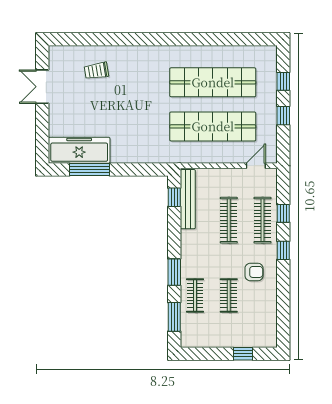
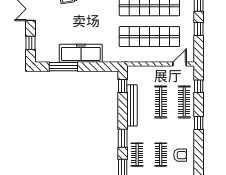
window: (42, 135) -> (31, 43), added
freezer: (79, 150) -> (81, 53), moved
bench: (188, 199) -> (132, 105), moved
window: (283, 213) -> (199, 86), moved
armchair: (254, 272) -> (180, 155), moved

